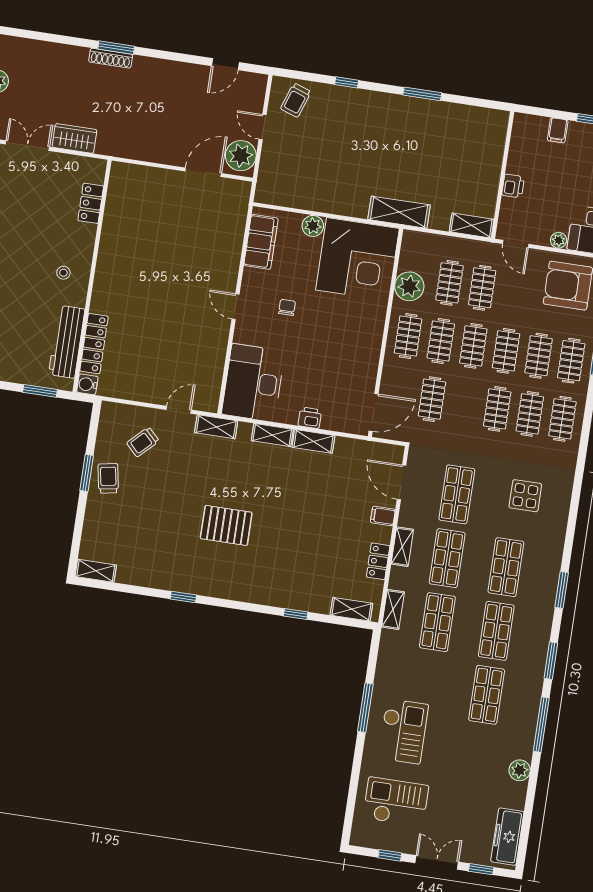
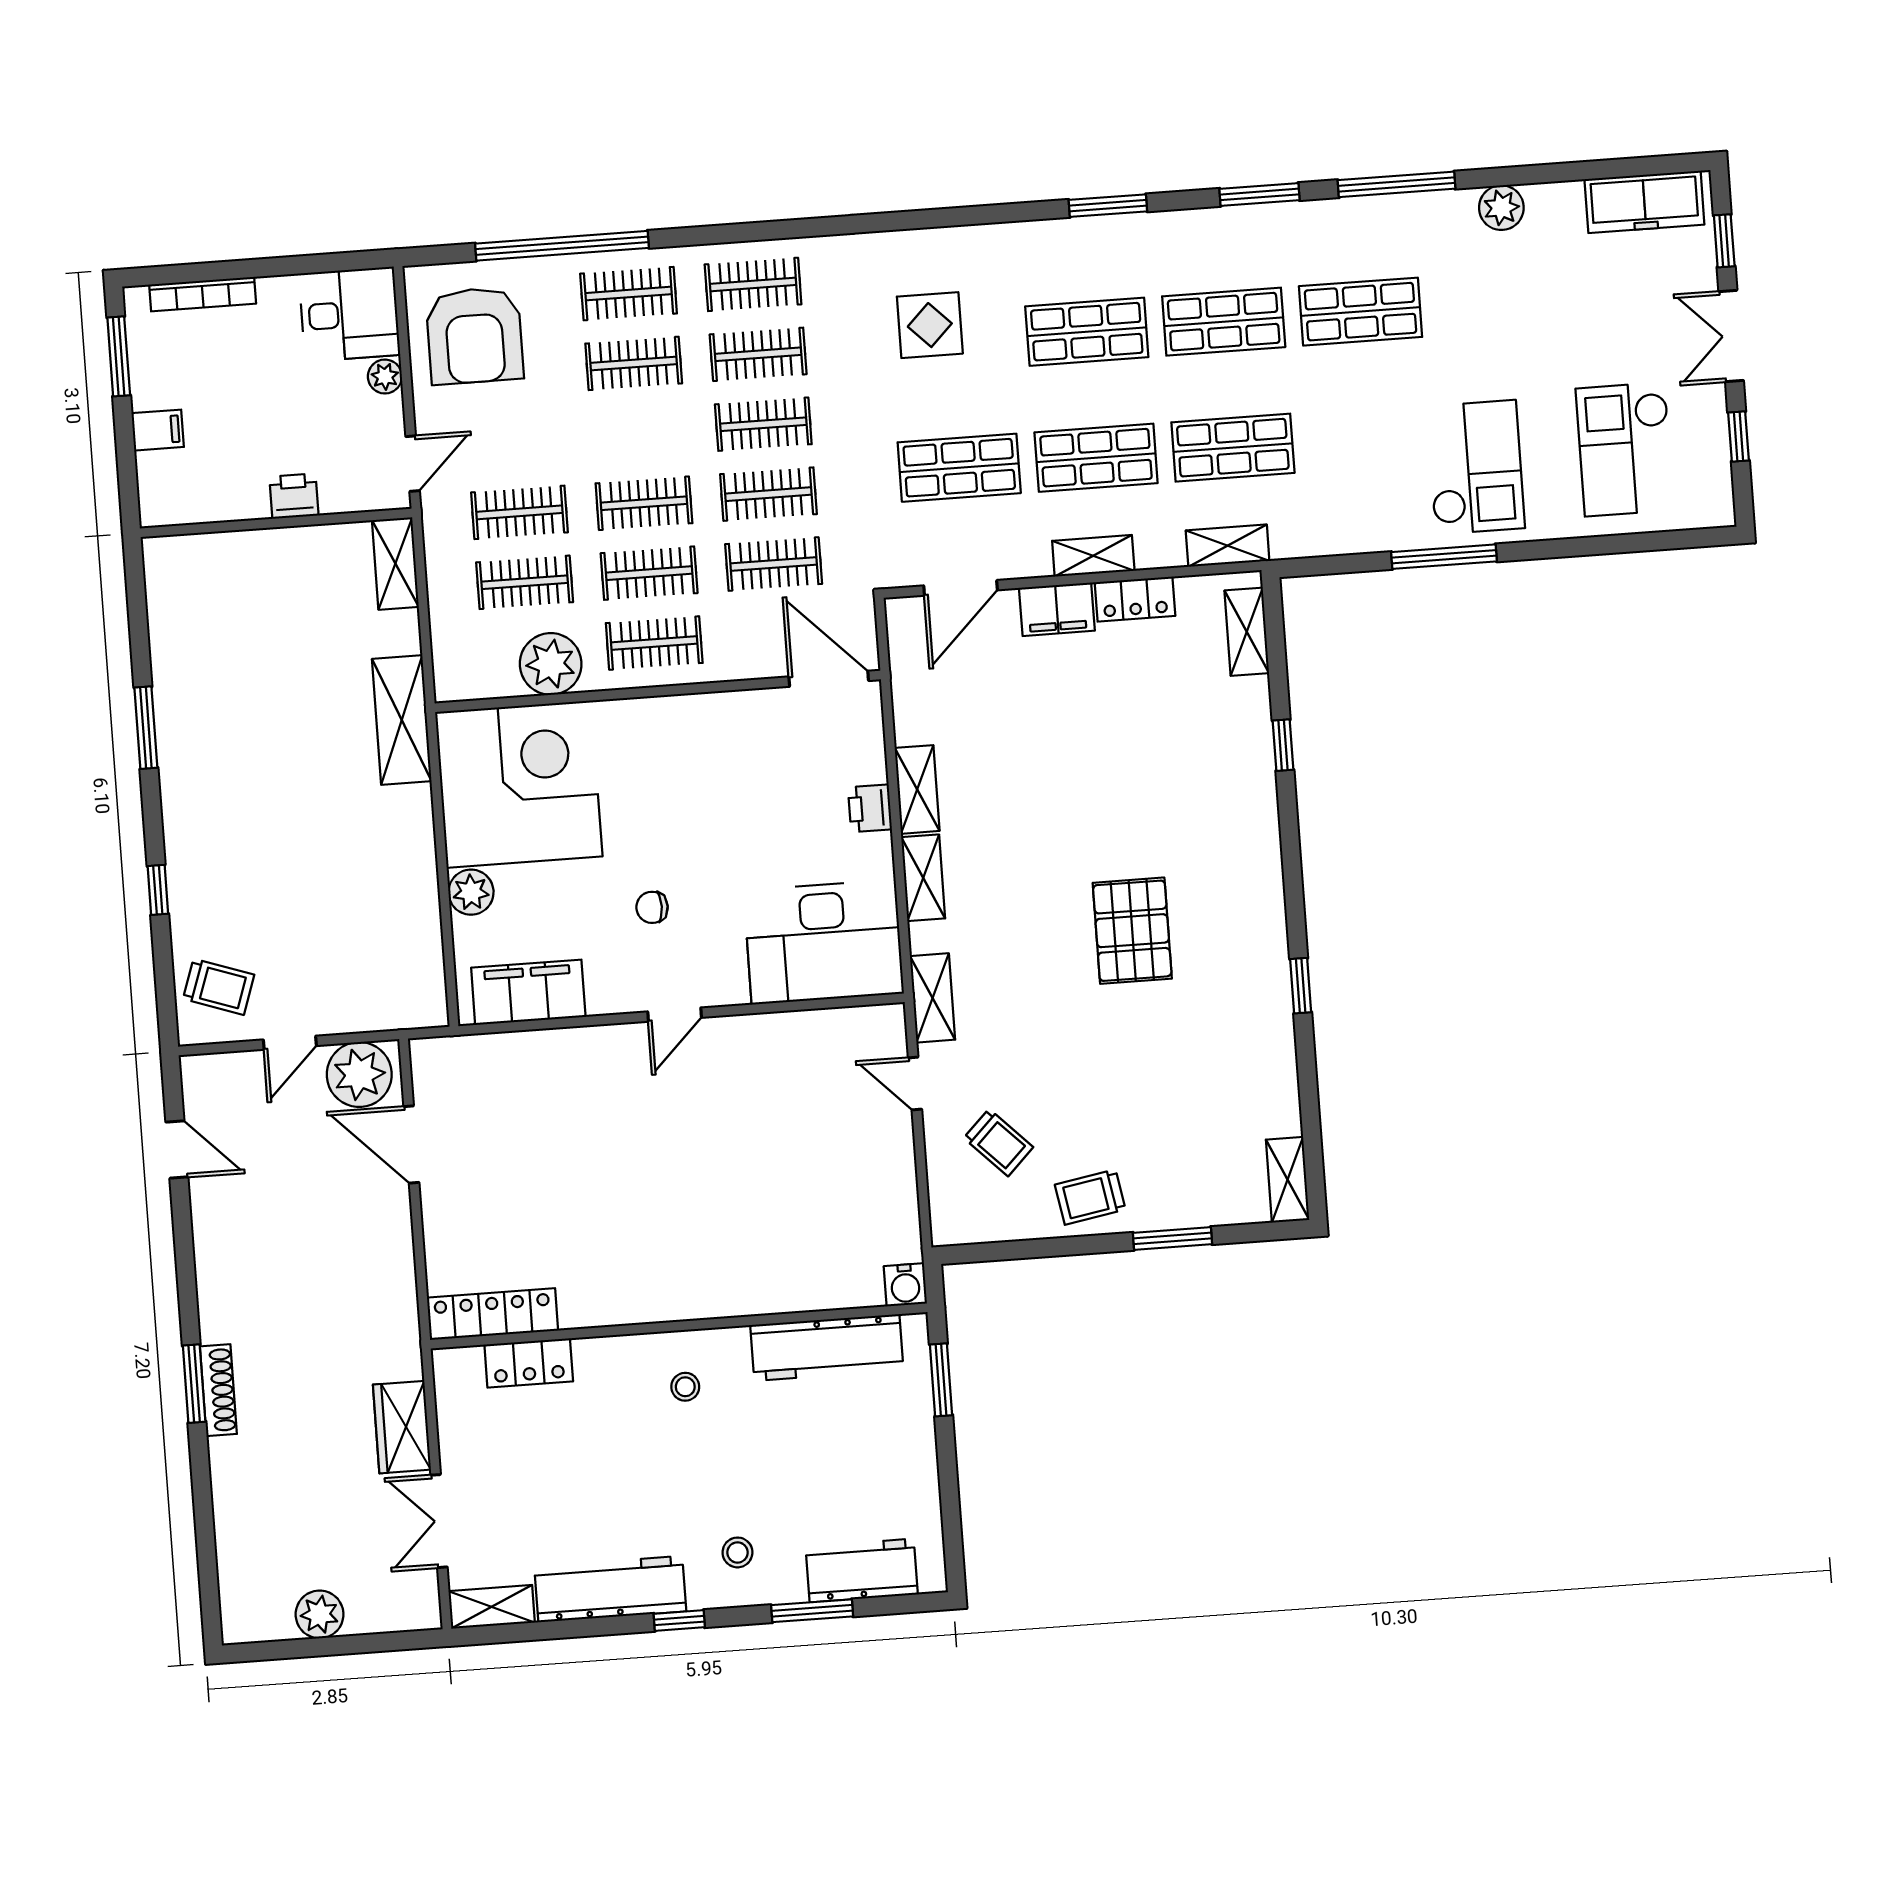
locker: (94, 344) -> (493, 1314), moved
clothes rail: (506, 351) -> (768, 494), moved
window: (87, 473) -> (1172, 1238), moved
filing cabinet: (383, 516) -> (1057, 609), width x2.00
checkout: (403, 731) -> (1475, 467), turned 90

